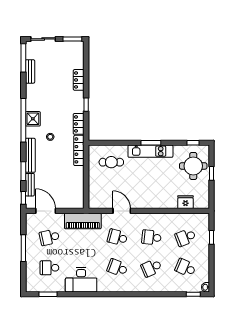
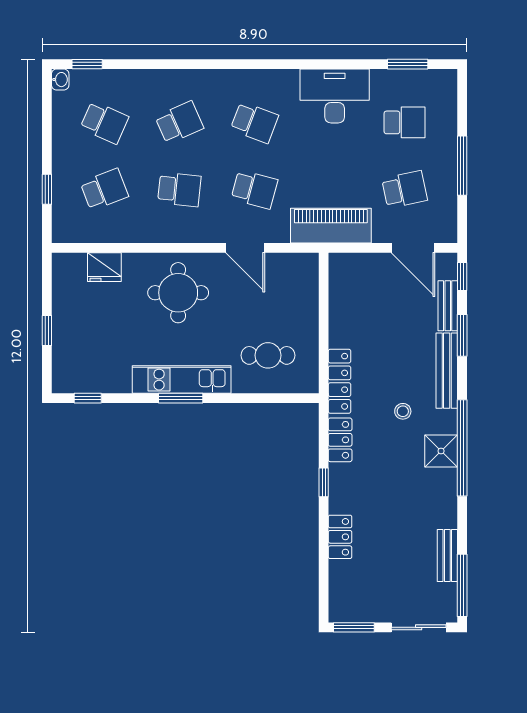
round table: (193, 166) -> (178, 293), moved

